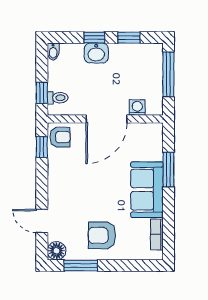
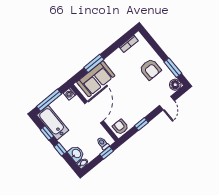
washbasin: (96, 53) -> (76, 154), moved
bathtub: (136, 56) -> (53, 123), added
washing machine: (137, 108) -> (70, 94), moved
door: (107, 119) -> (94, 112), hinge flipped
window: (42, 147) -> (141, 124), moved
sofa: (147, 190) -> (96, 79), moved

